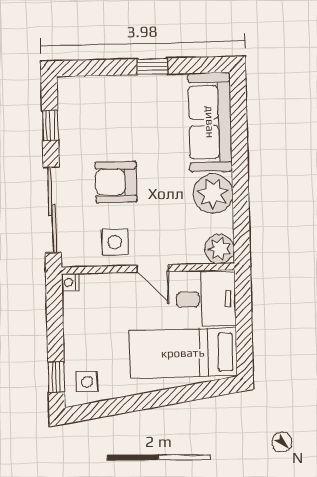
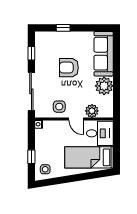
window: (152, 66) -> (63, 28), moved
armchair: (116, 182) -> (69, 68), moved
plant: (220, 249) -> (92, 111), moved
window: (56, 377) -> (31, 157), moved

